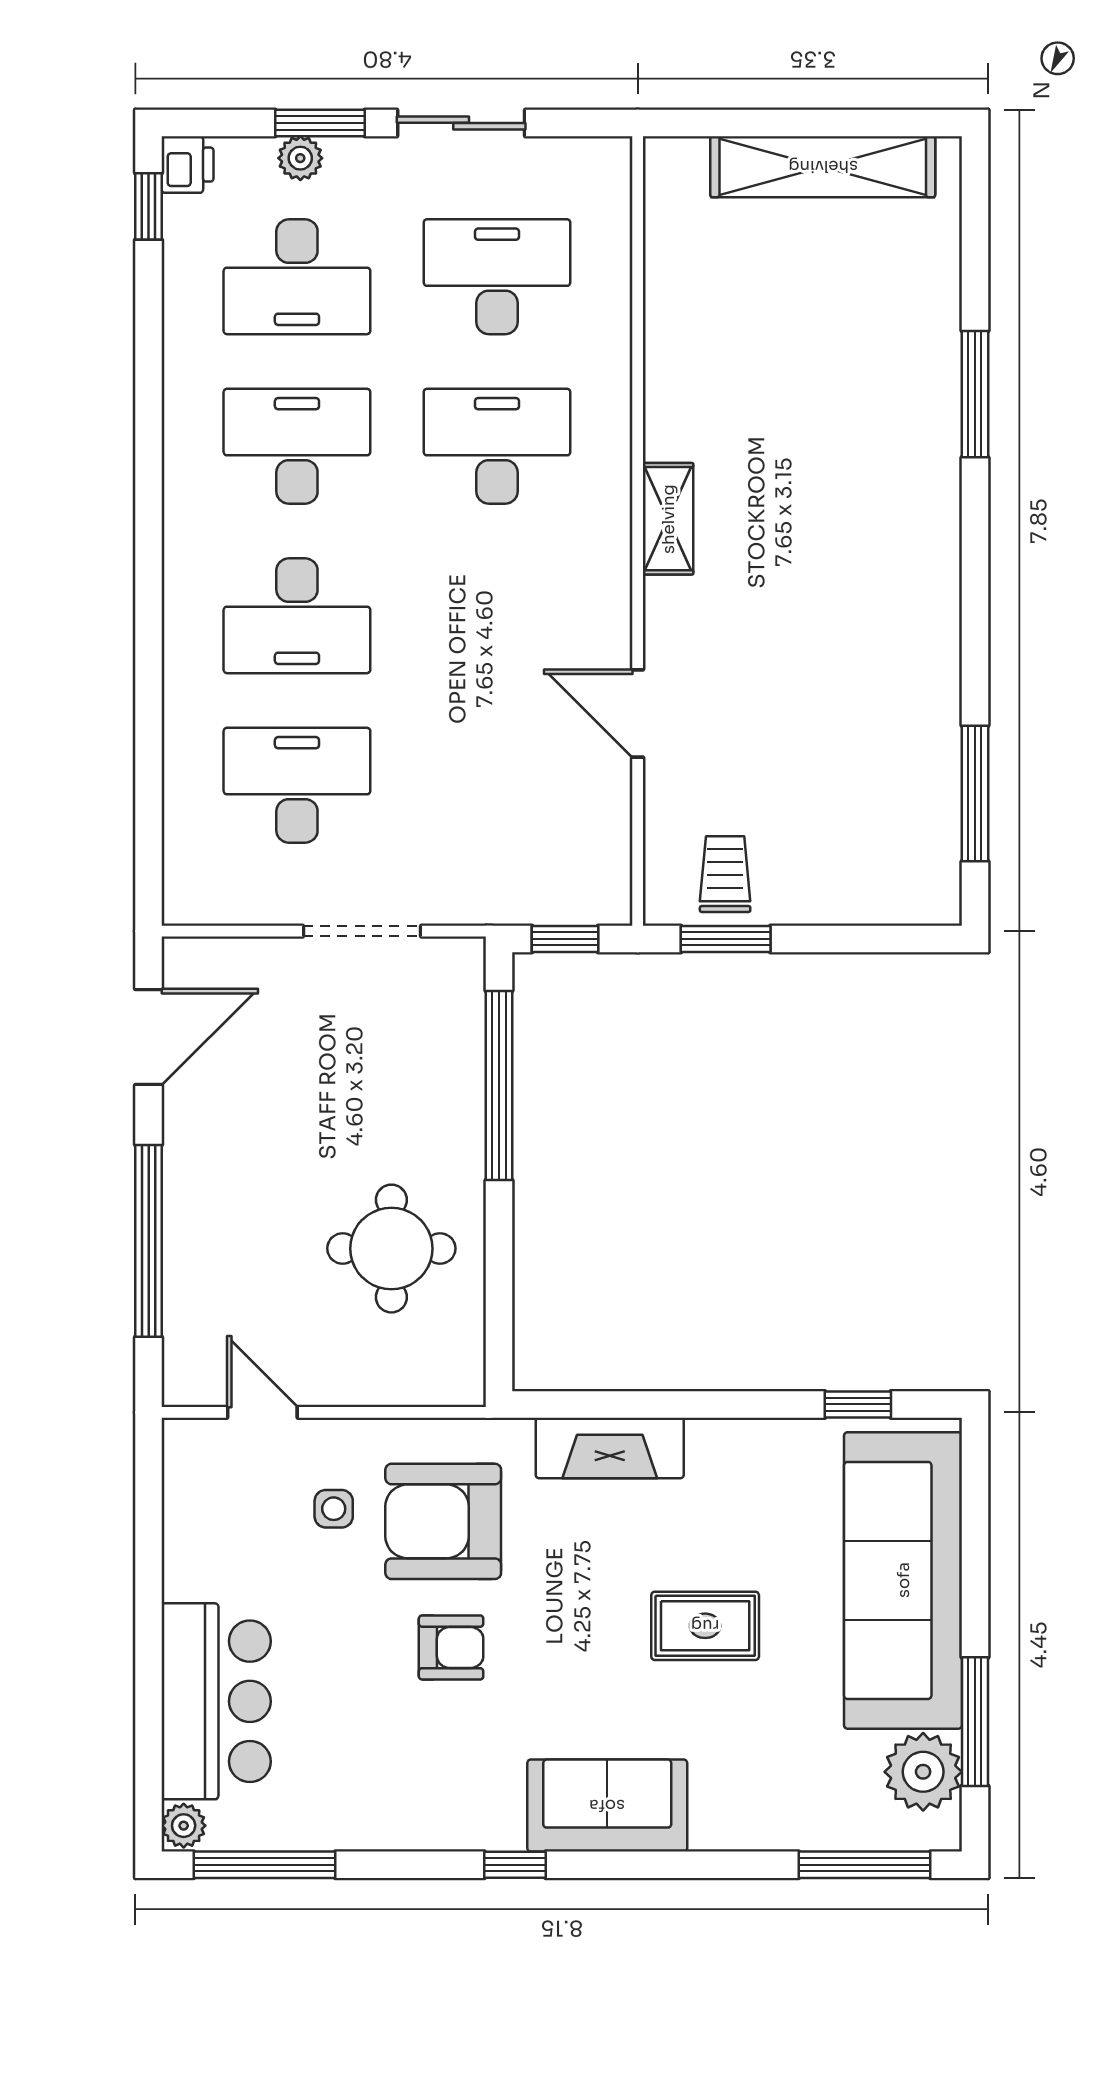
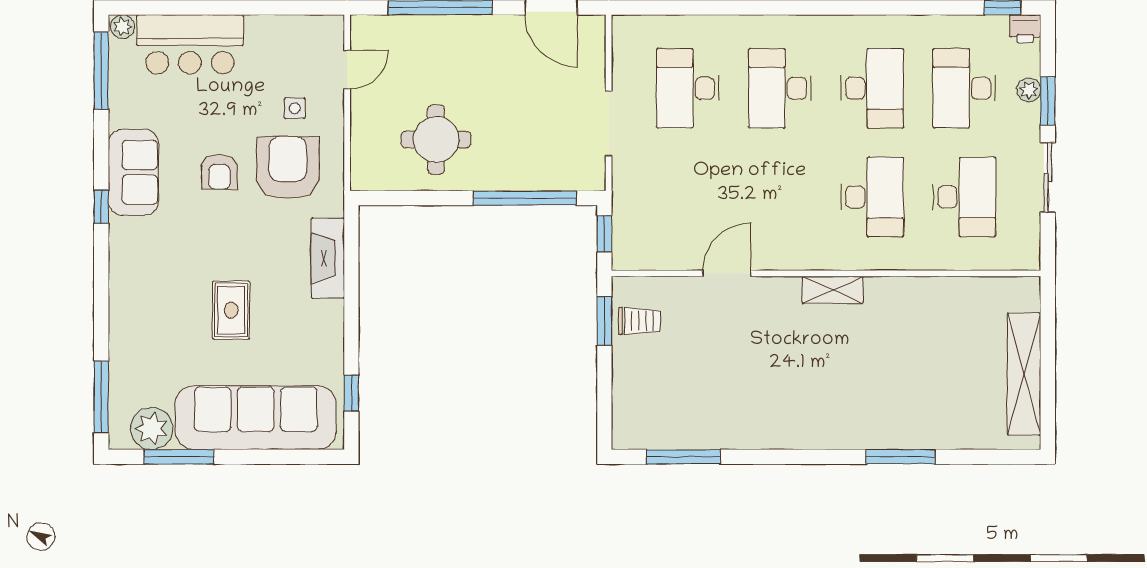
desk: (297, 785) -> (688, 88), turned 180
sofa: (607, 1806) -> (133, 172), moved

